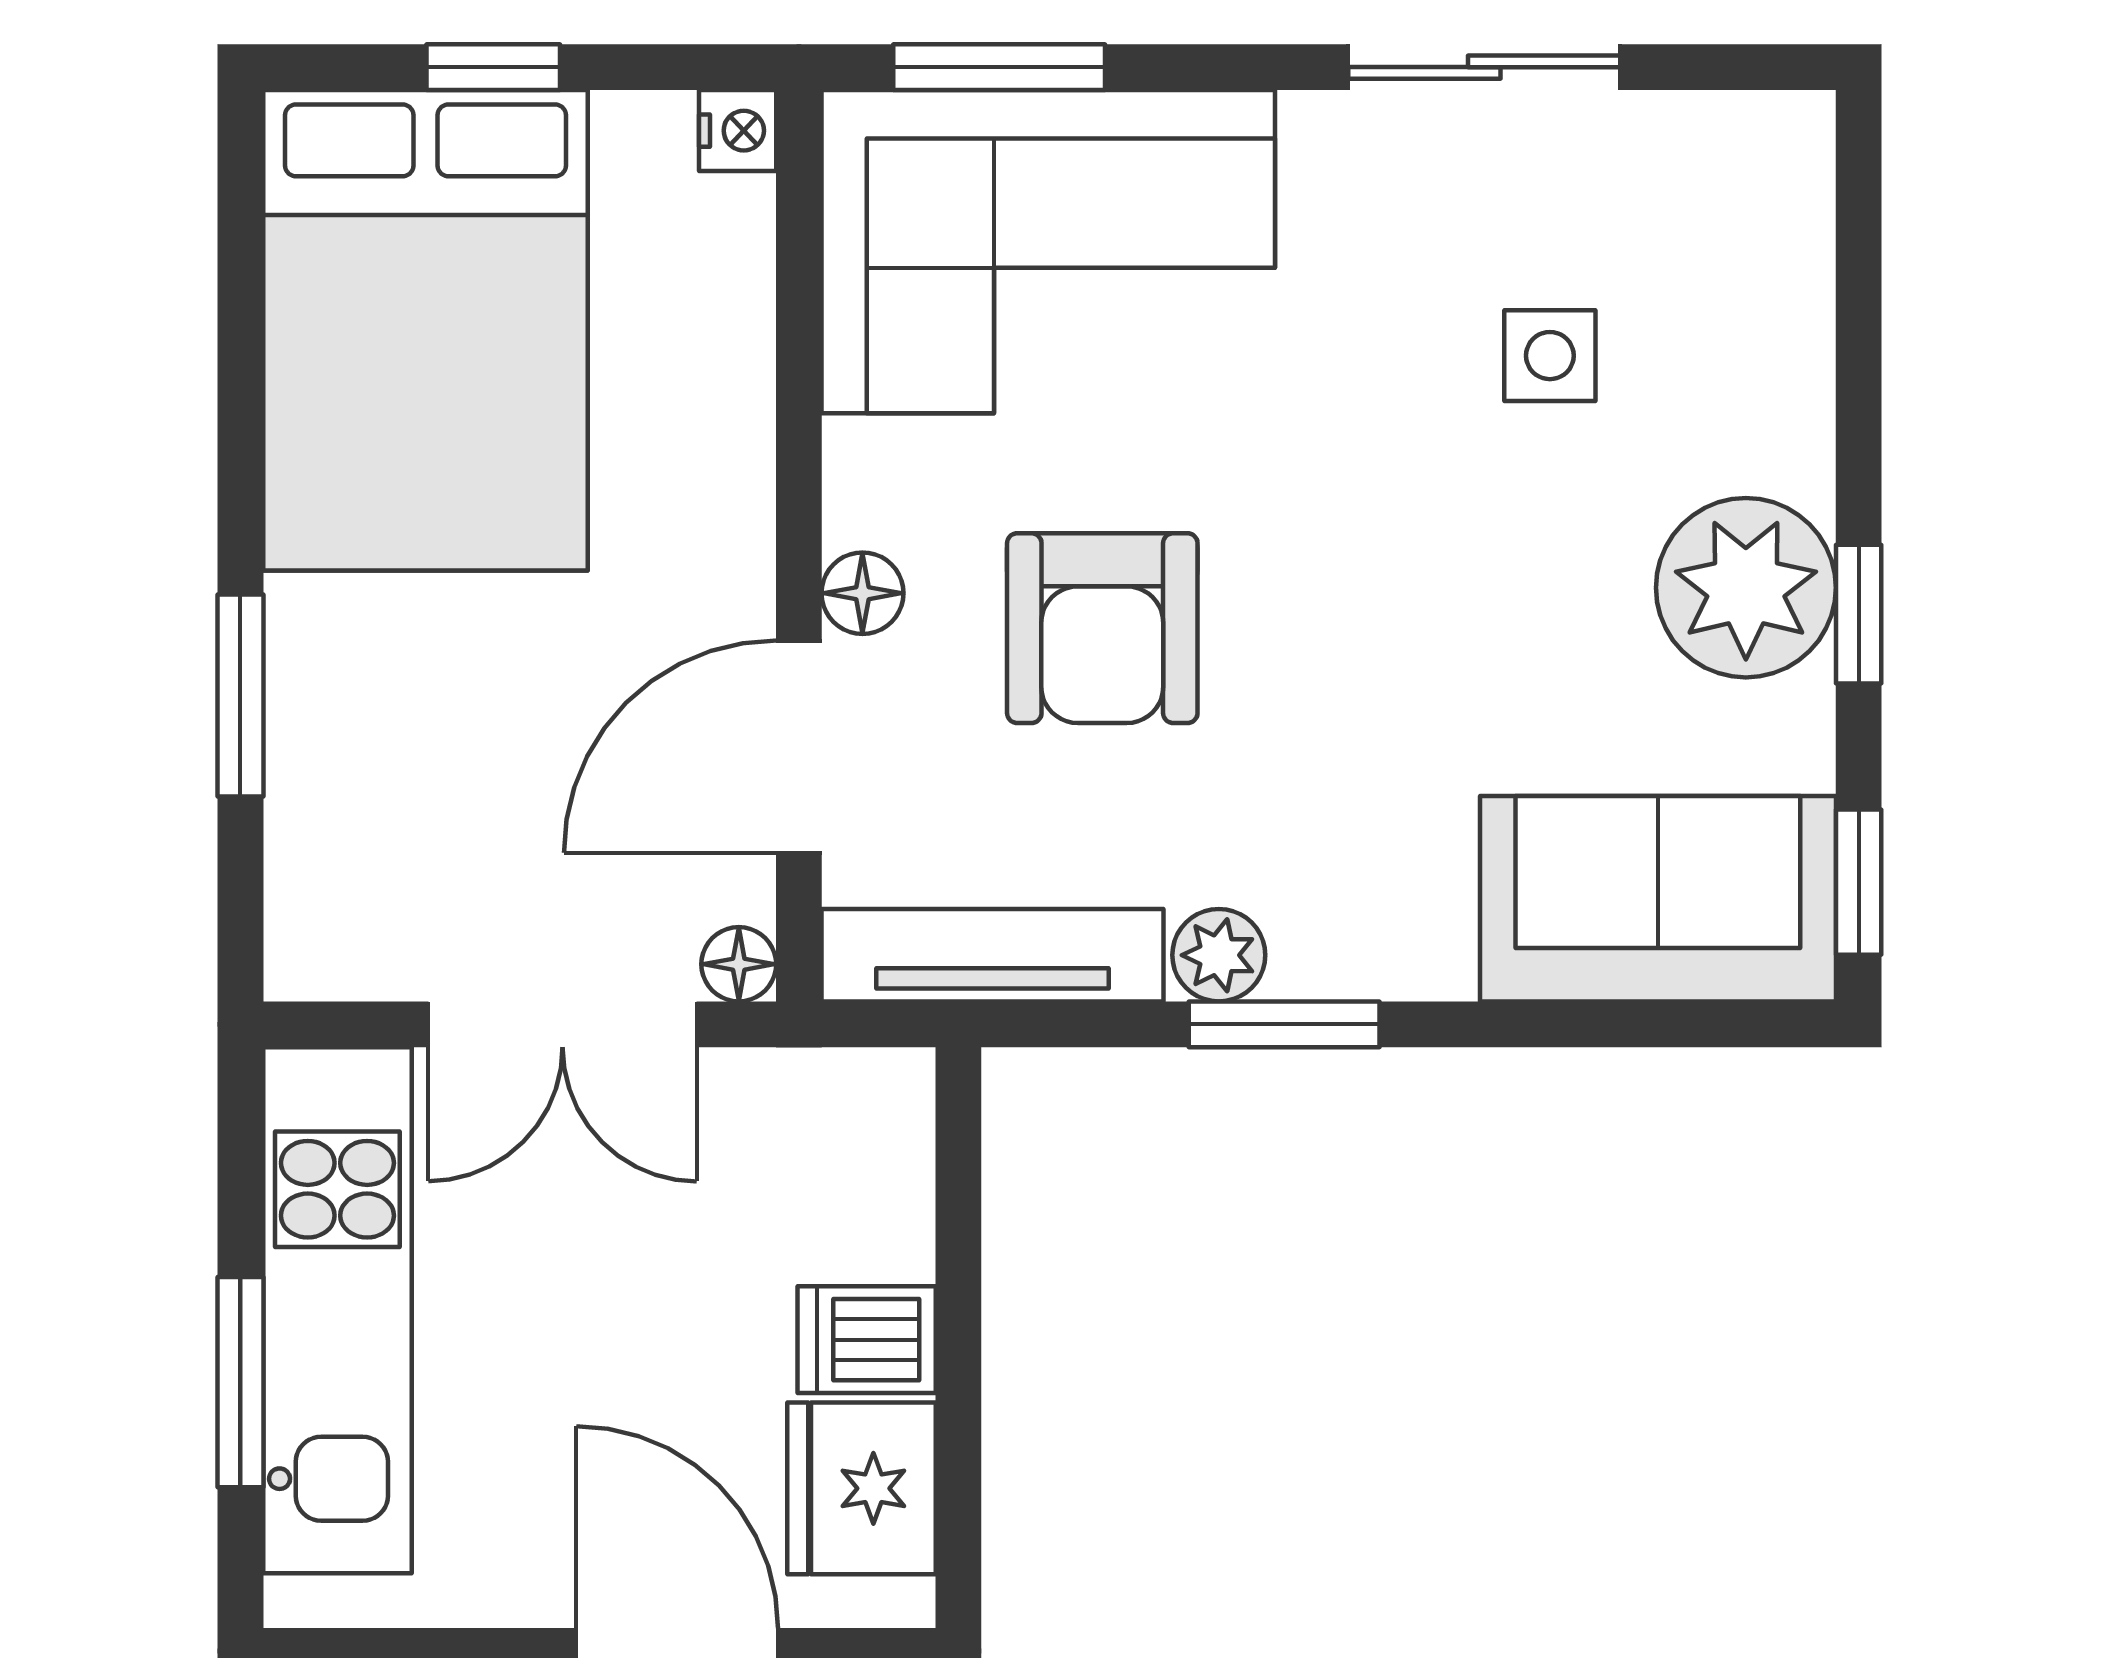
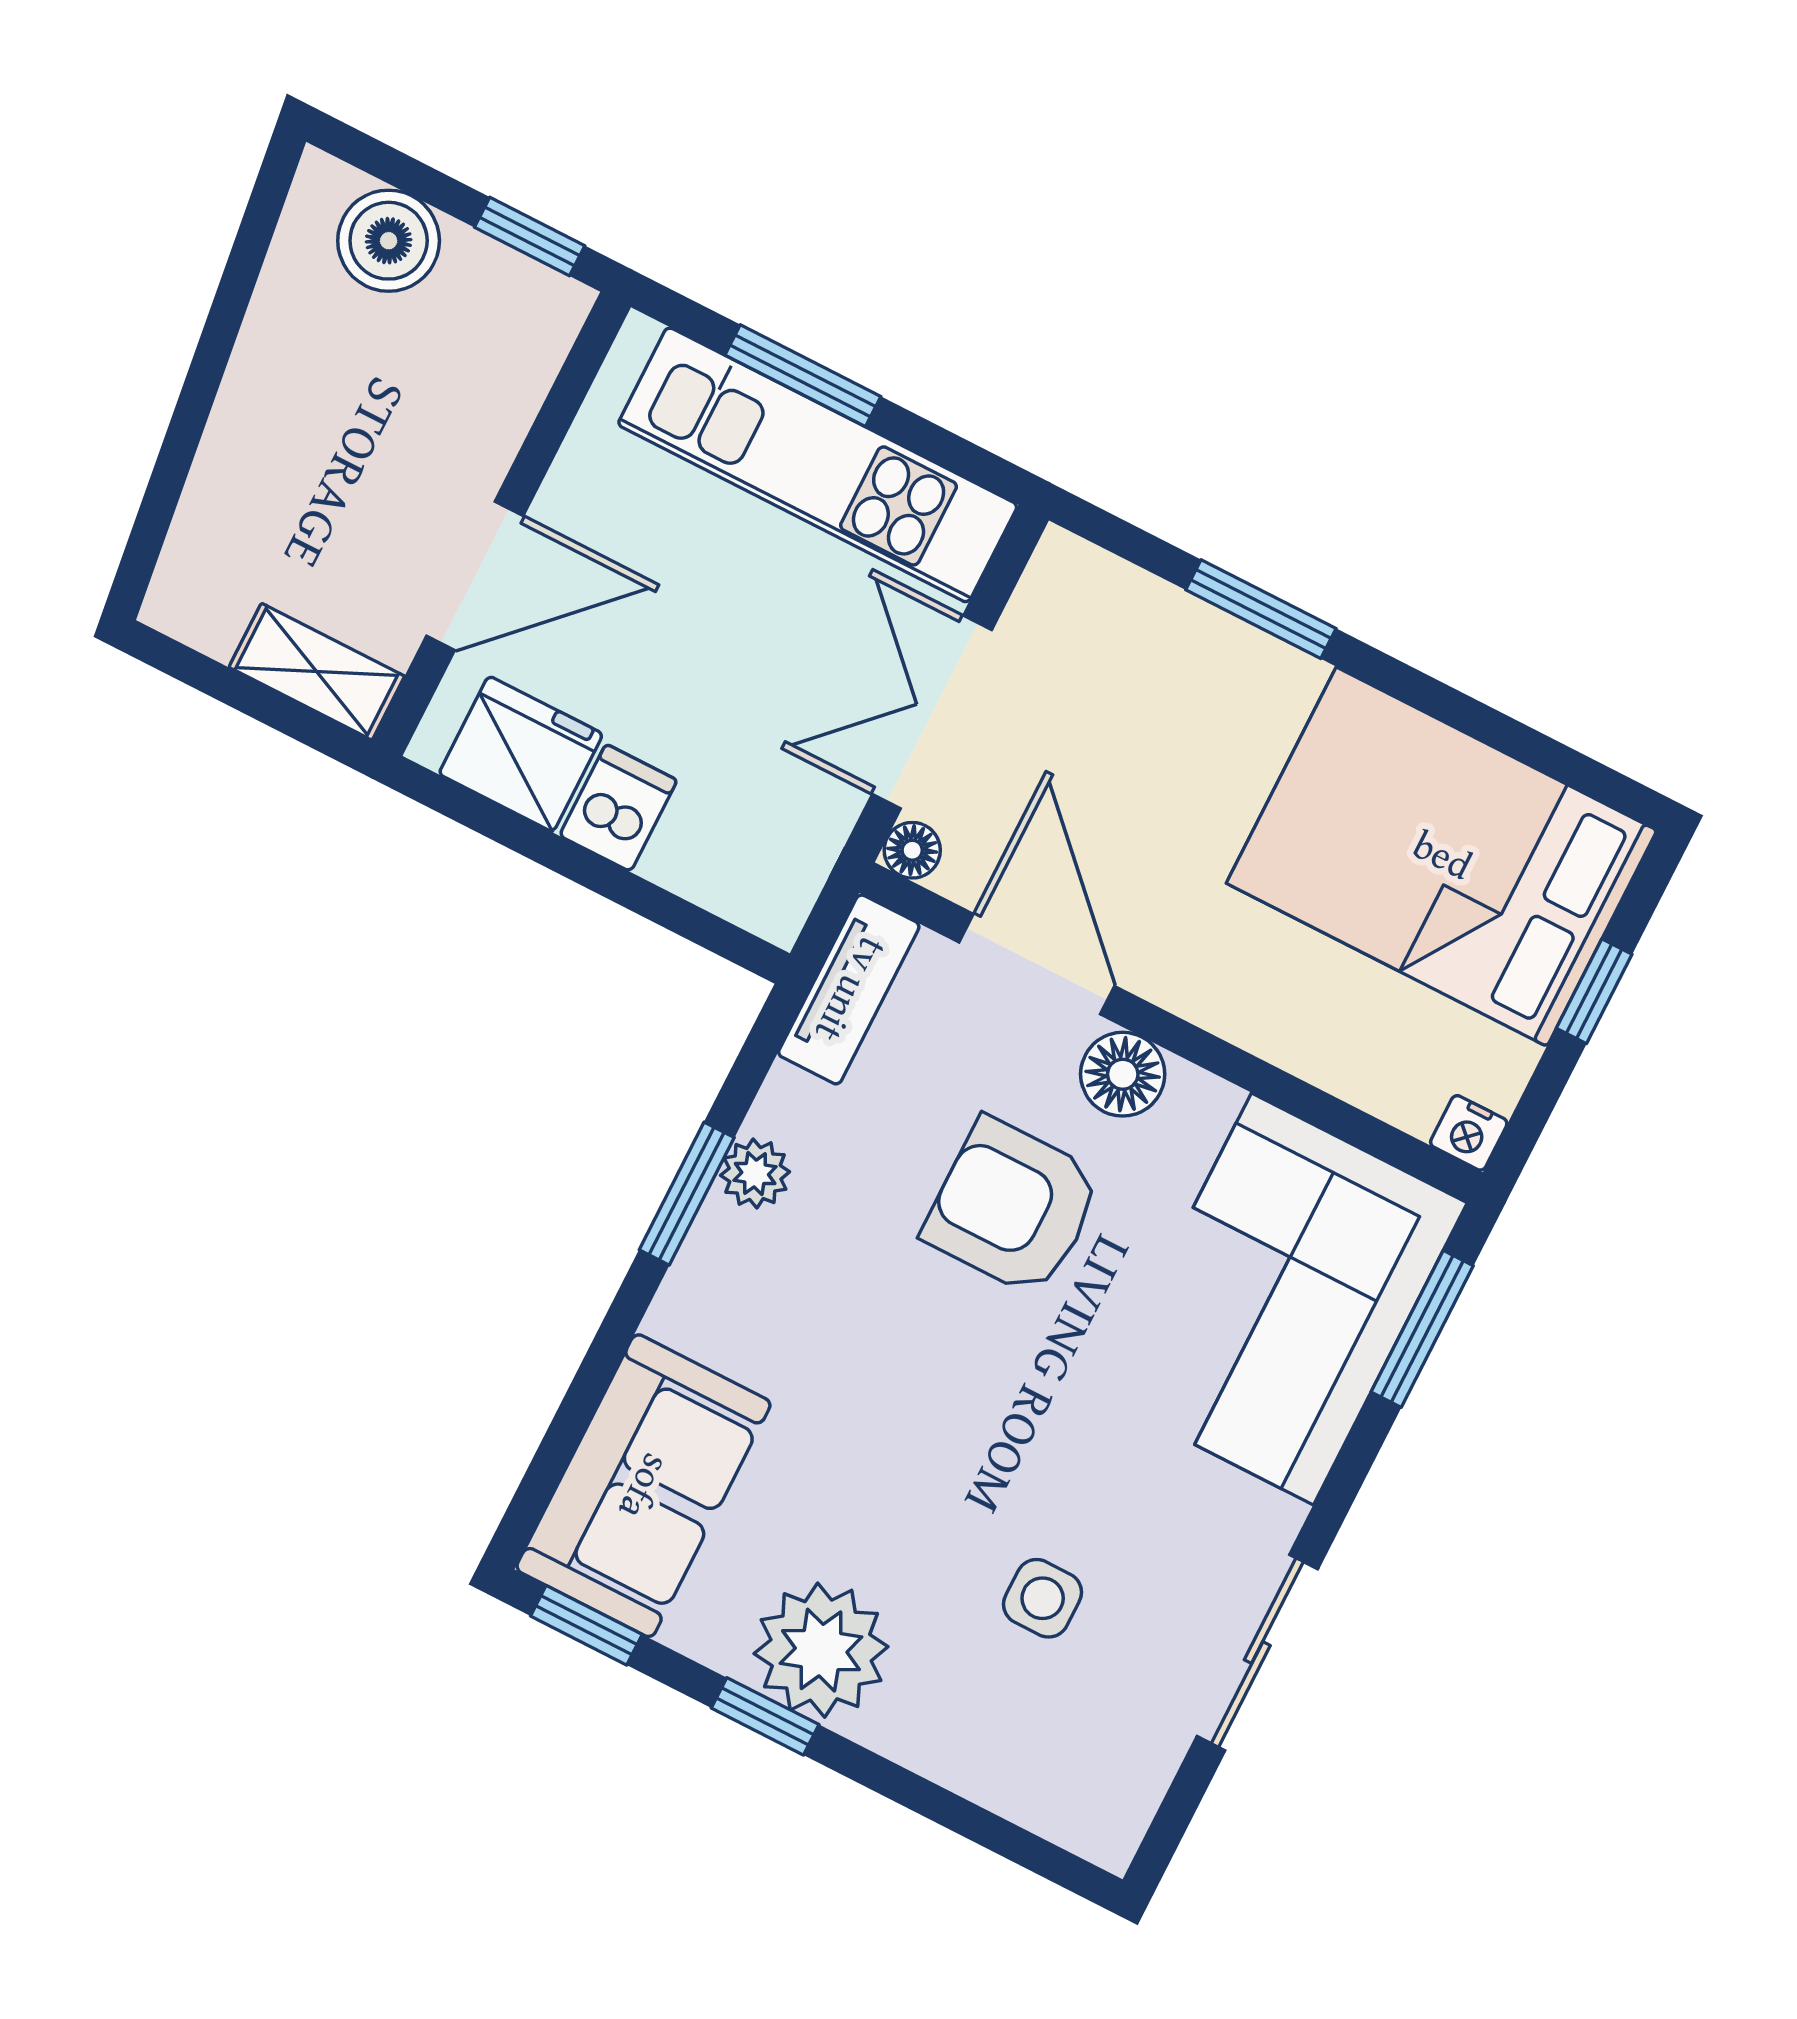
floor lamp: (862, 593) -> (1123, 1074), width x1.37, depth x1.37
tv unit: (992, 955) -> (849, 989), width x0.71

